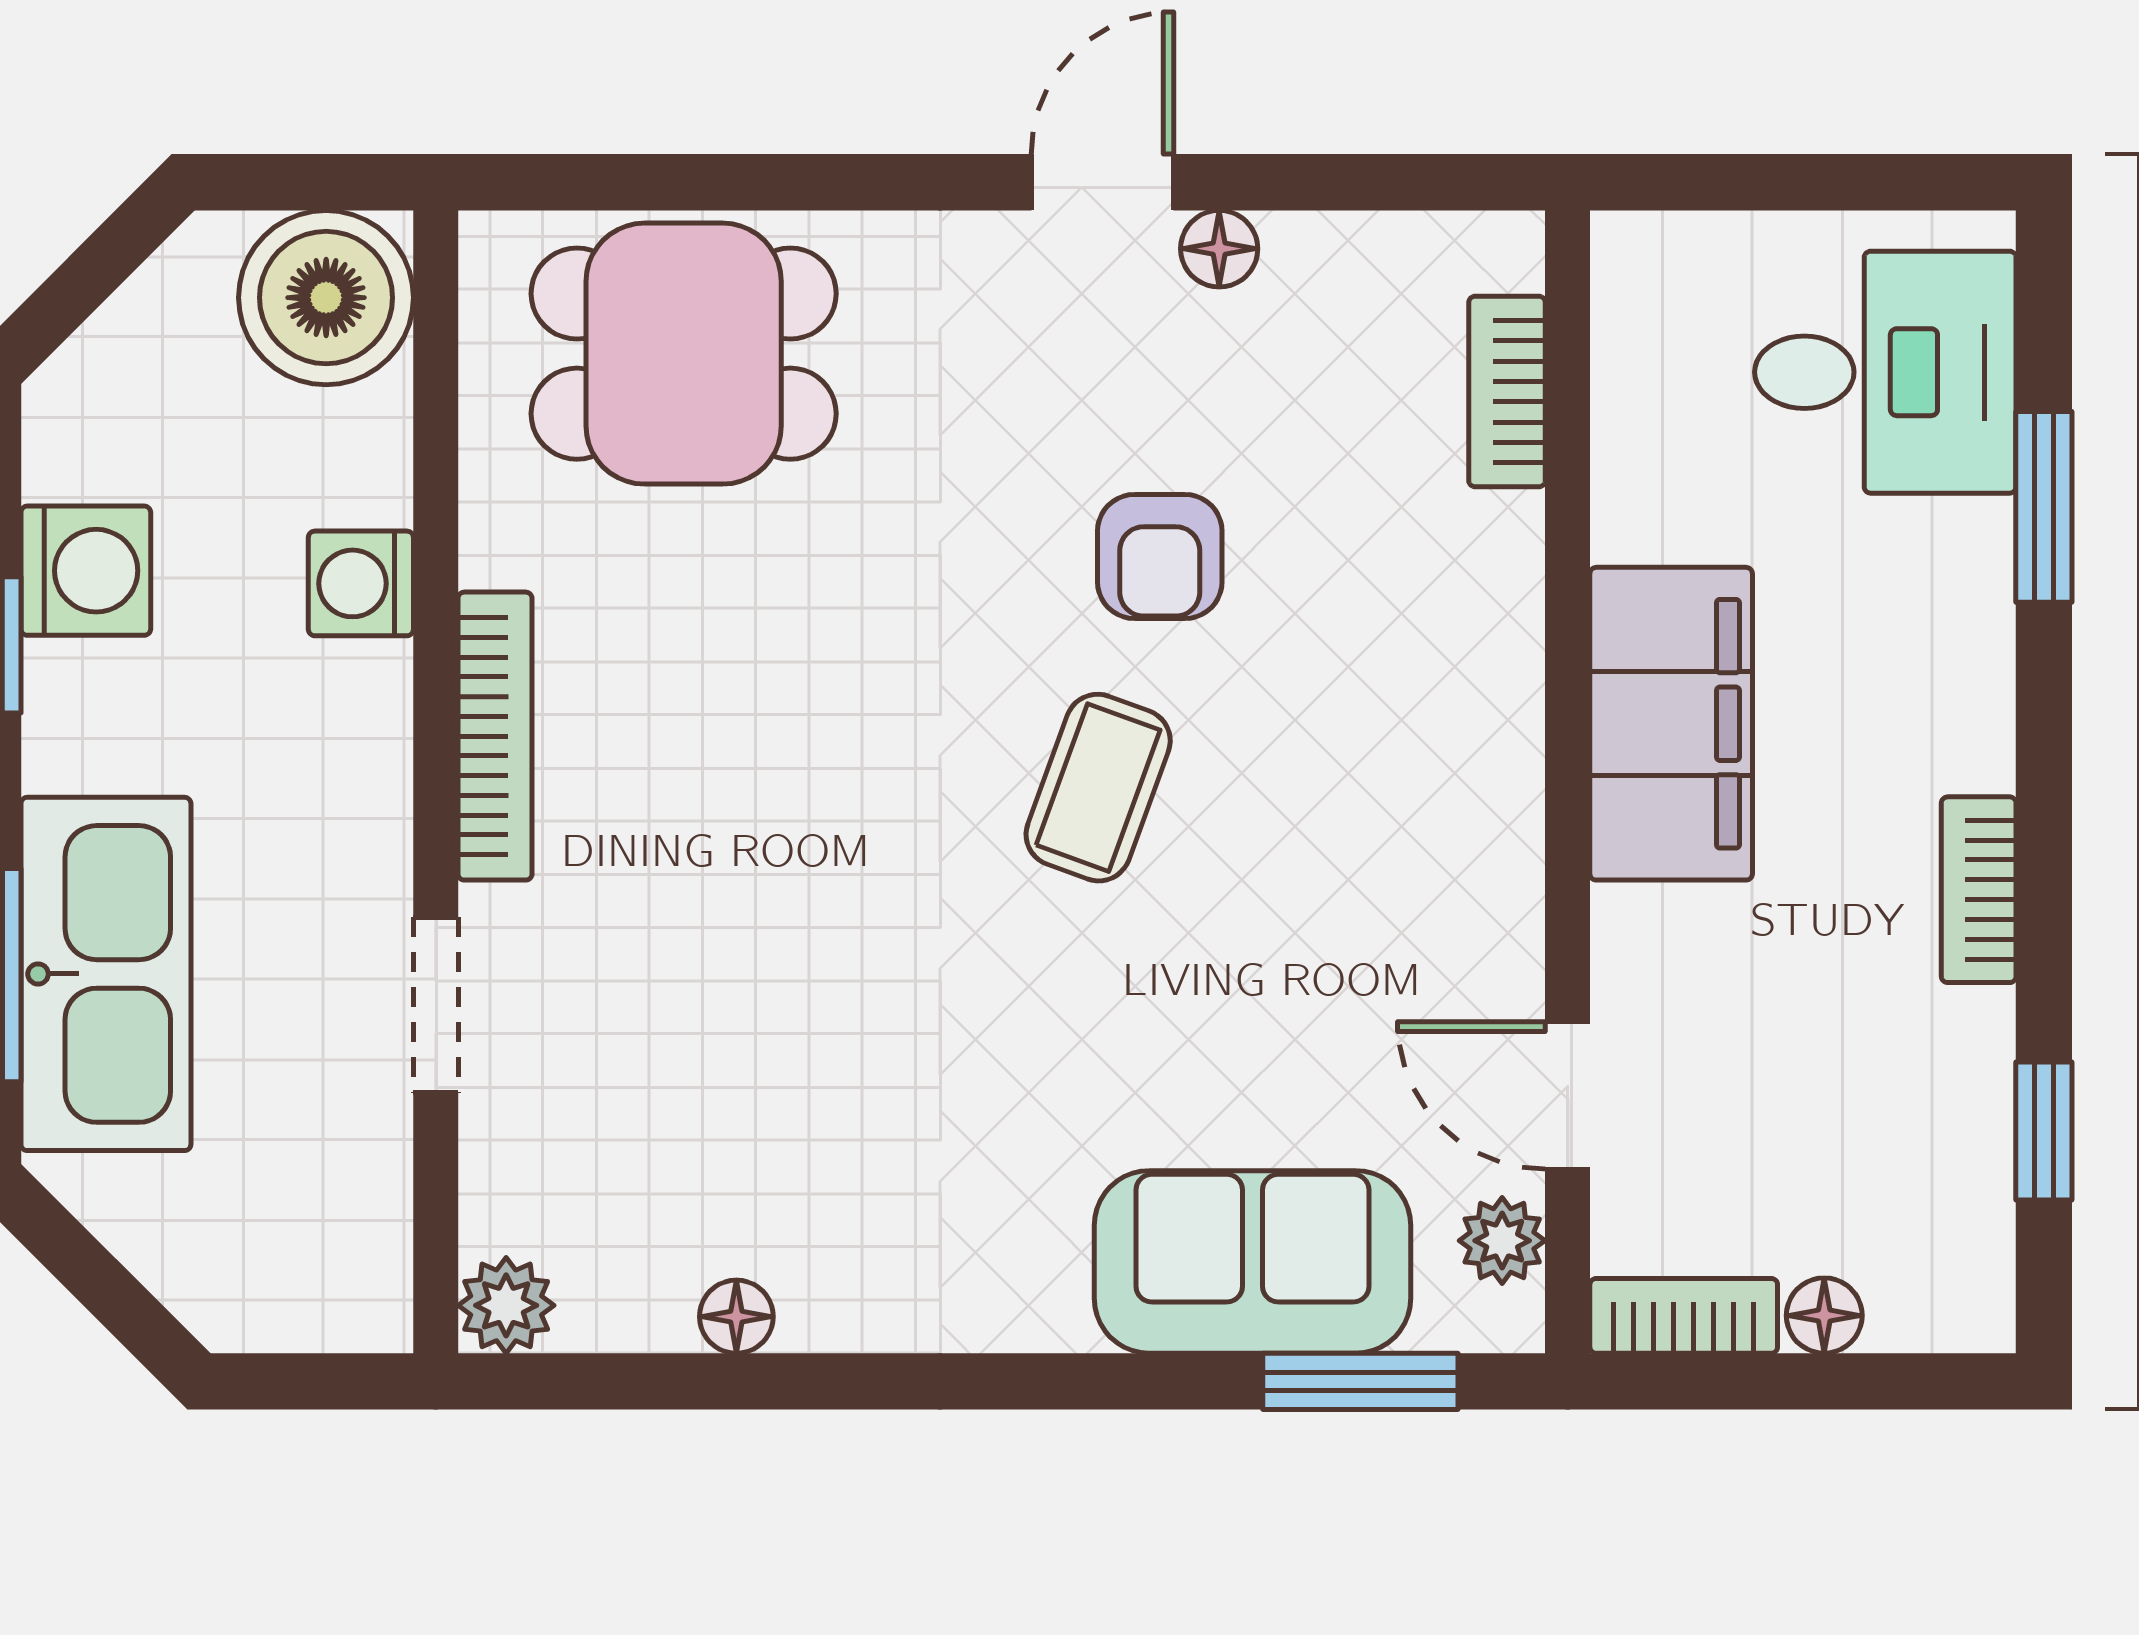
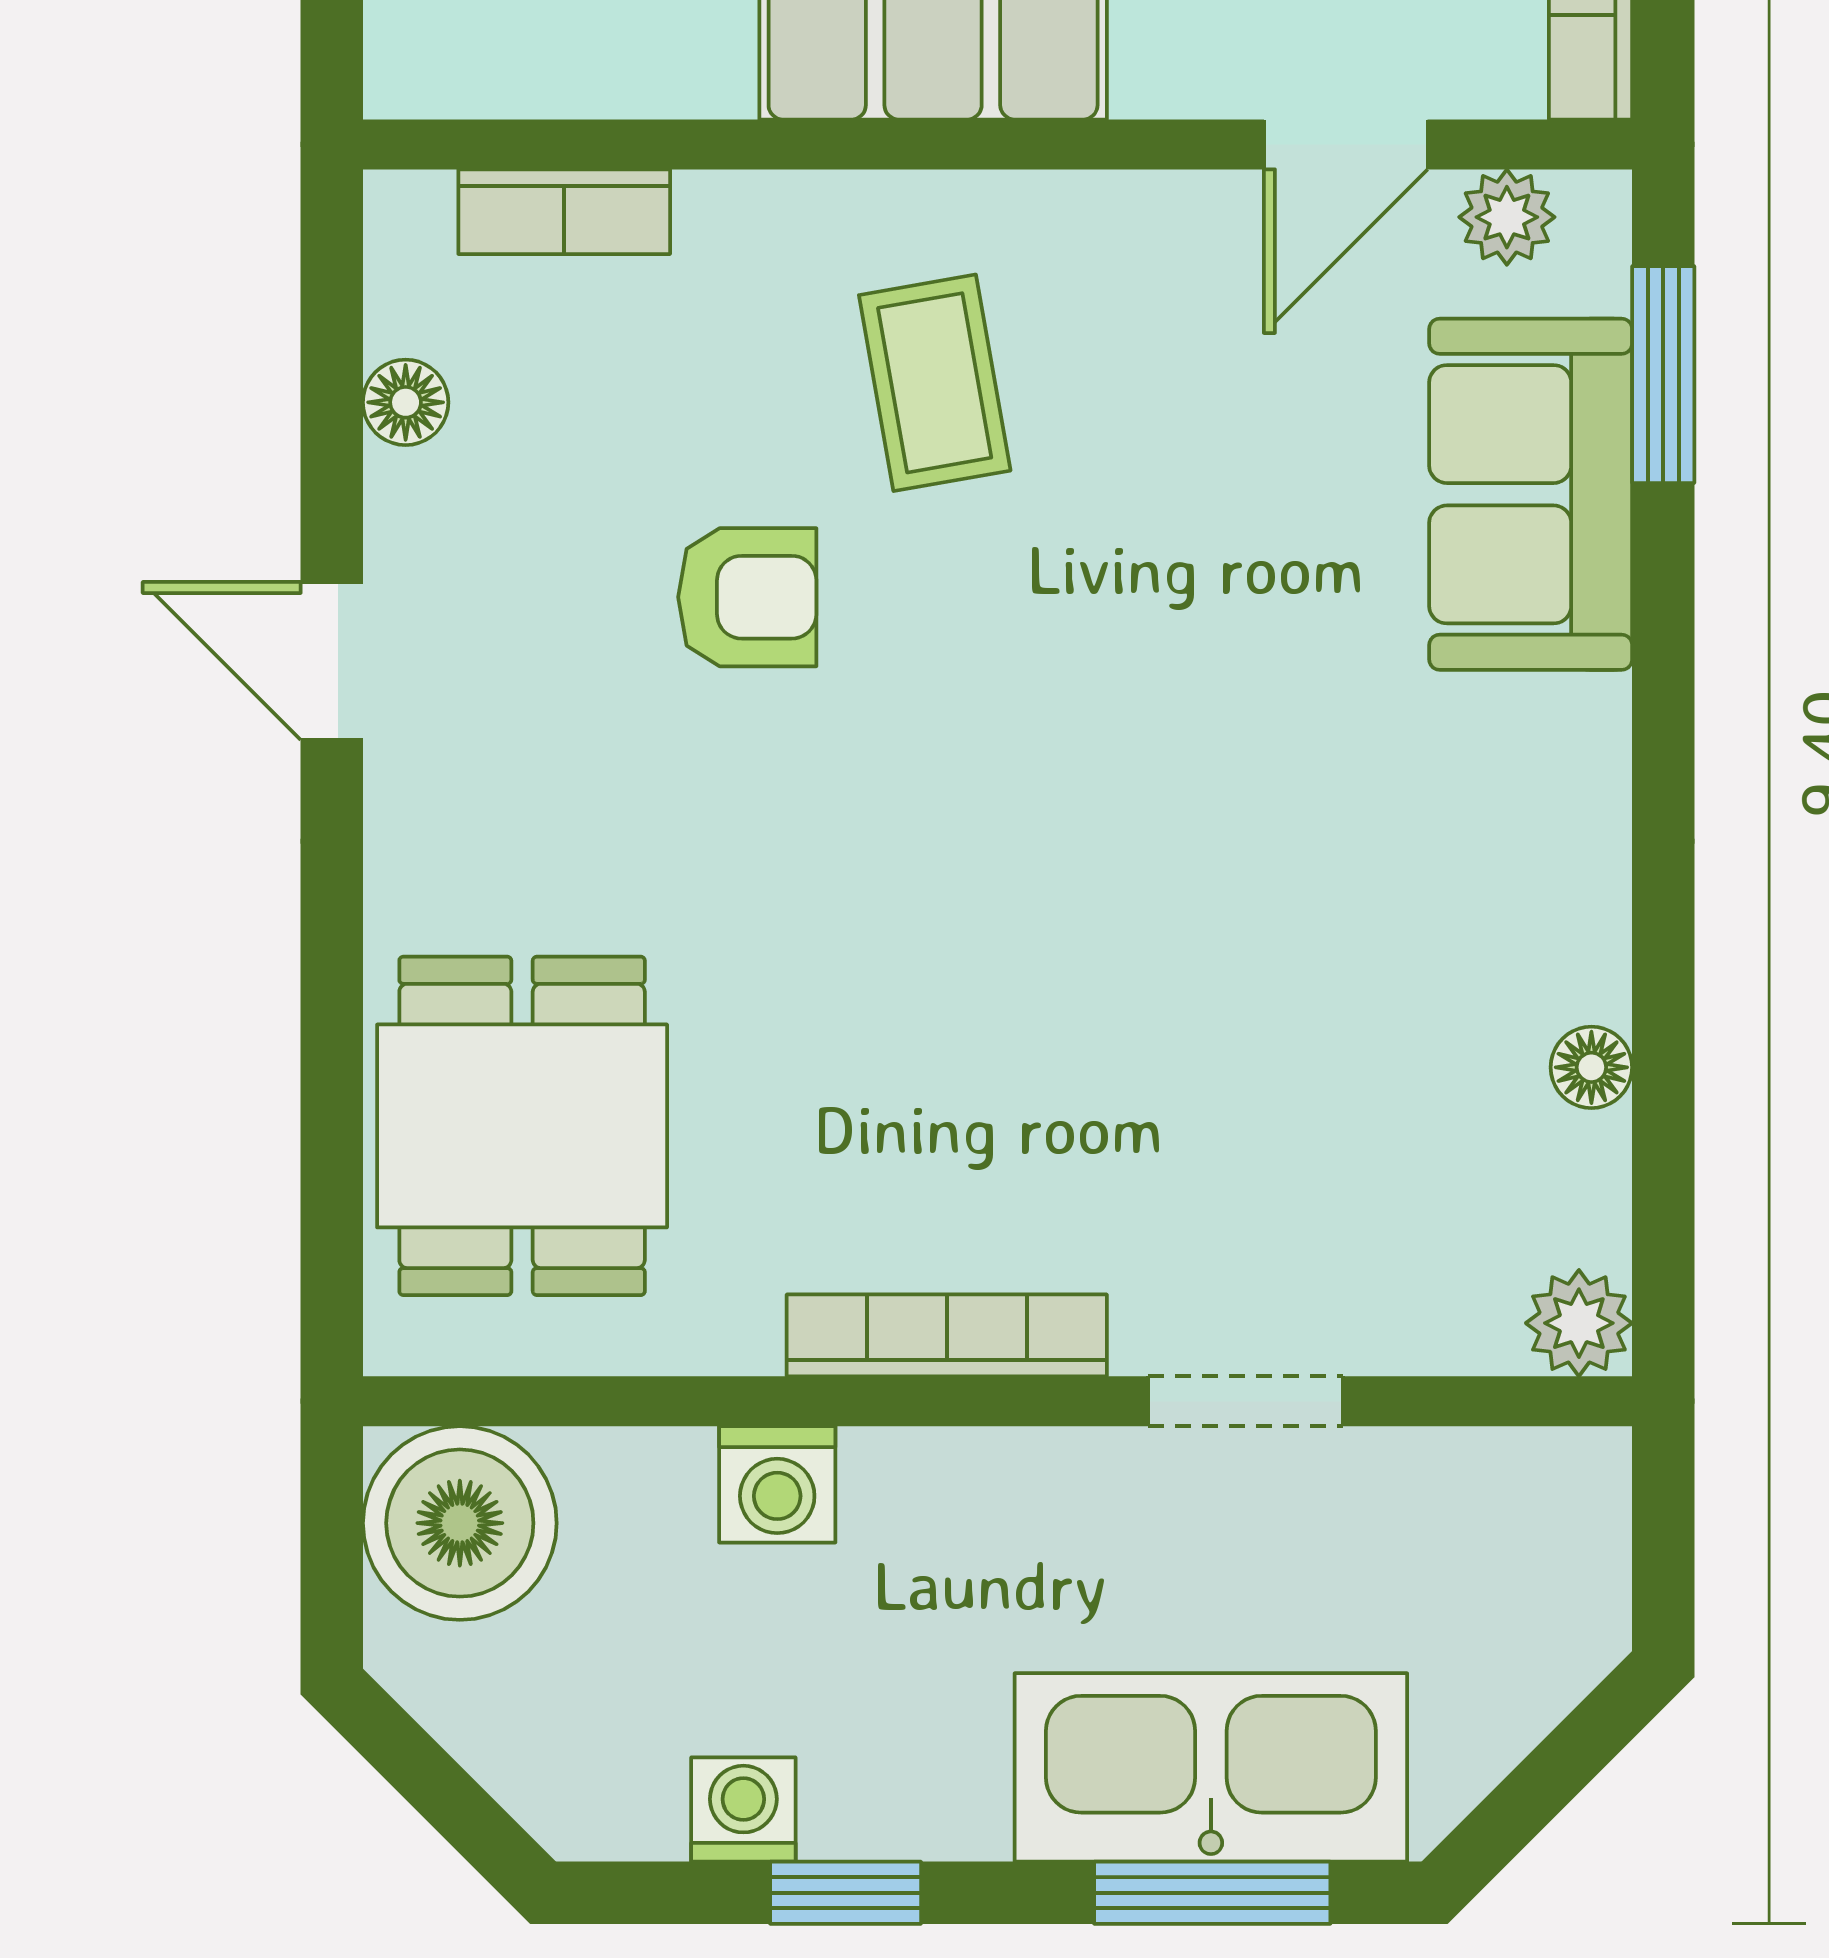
floor lamp: (1219, 249) -> (406, 402), moved
washing machine: (86, 571) -> (743, 1809), width x0.73, depth x0.73
coffee table: (1098, 788) -> (935, 383), moved, turned 60

